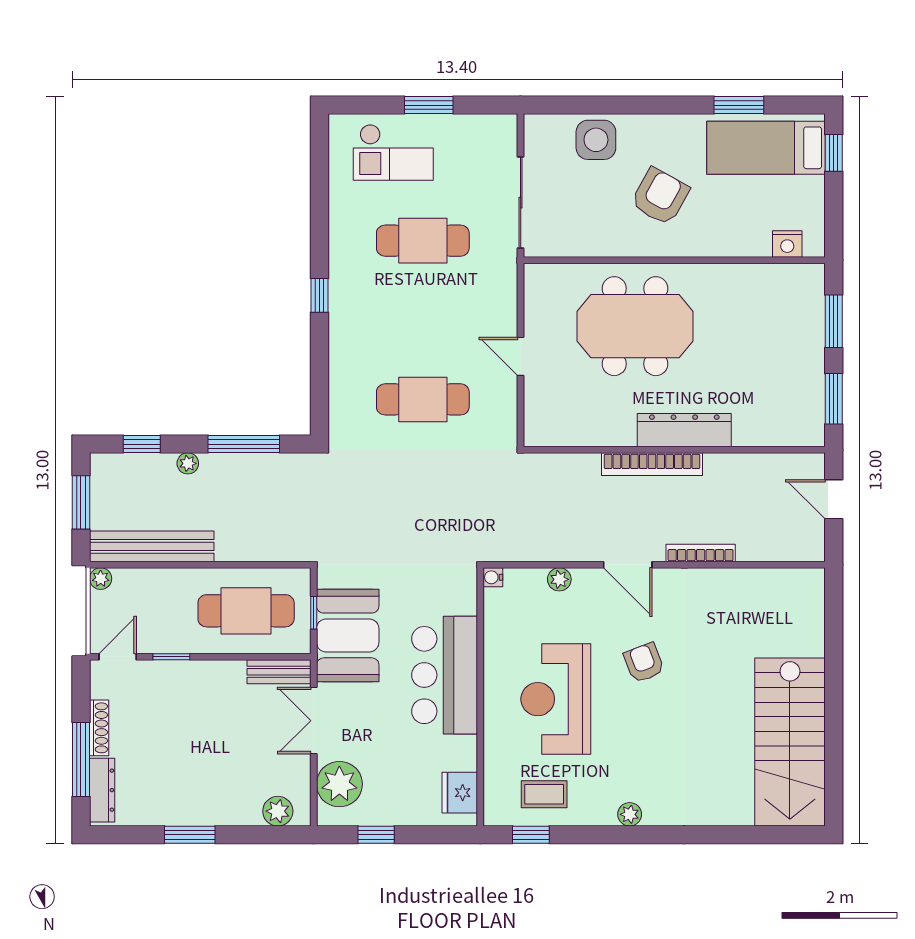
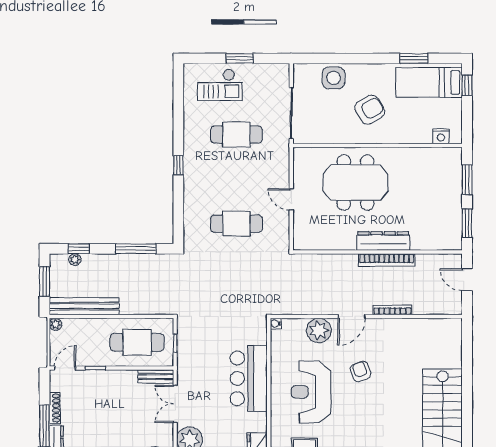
armchair: (660, 196) -> (370, 110), turned 31
plant: (188, 463) -> (75, 260), moved
bookcase: (652, 464) -> (387, 260), moved
door: (628, 565) -> (351, 316), hinge flipped
plant: (559, 579) -> (319, 330), width x1.87, depth x1.87
booth: (348, 635) -> (194, 356), removed

